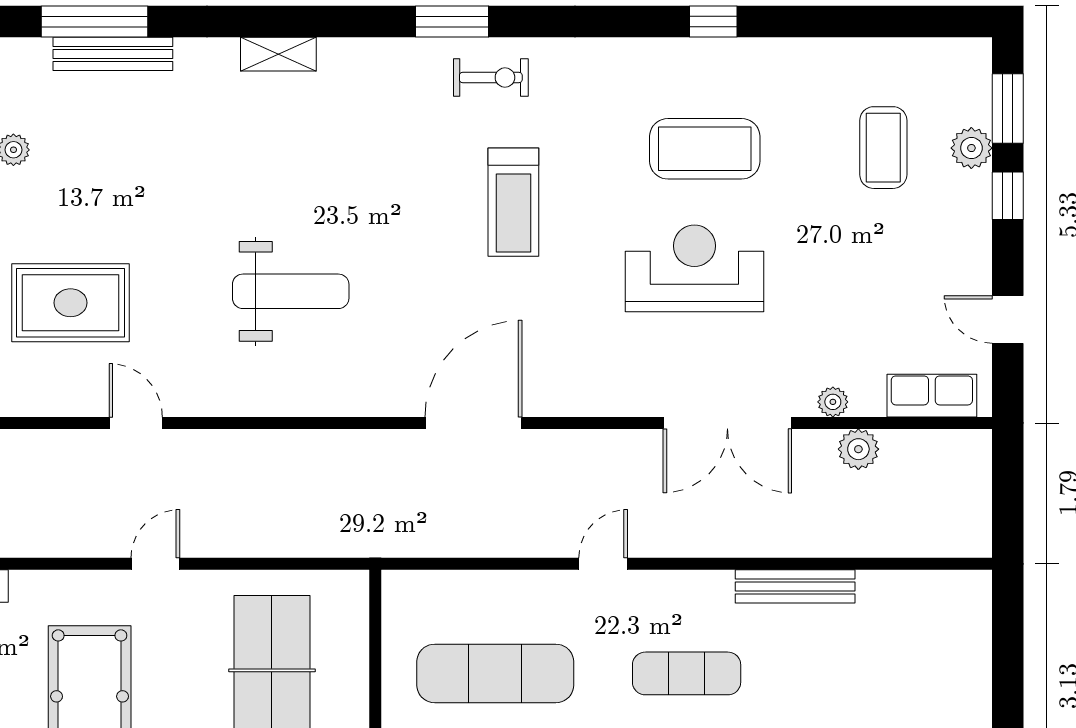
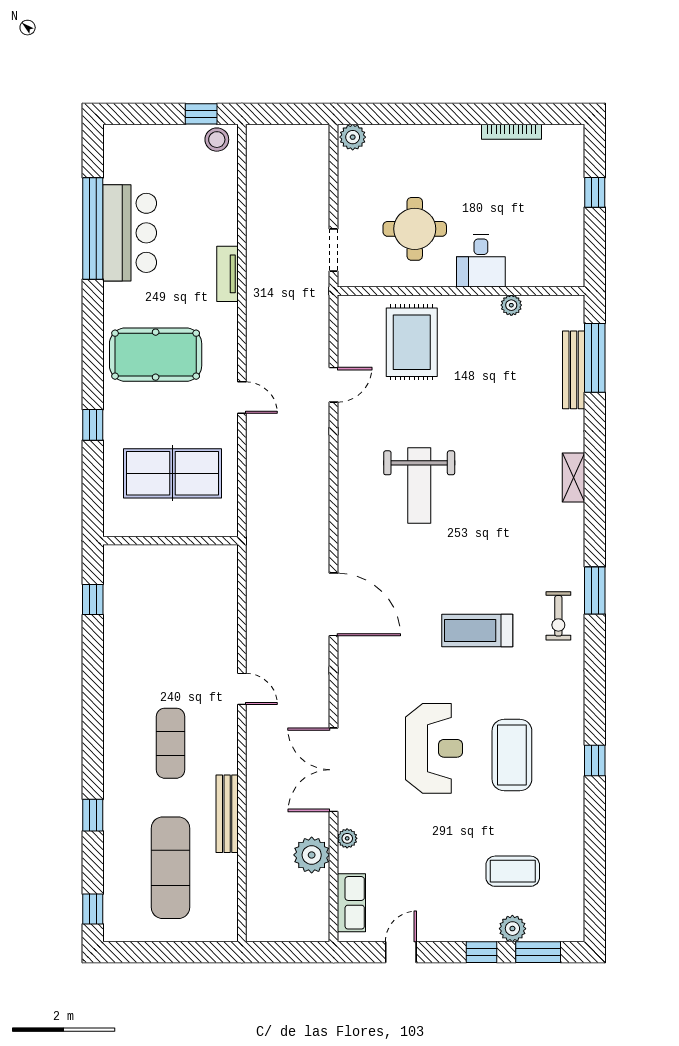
plant: (858, 449) -> (312, 855), width x1.36, depth x1.36
exercise mat: (495, 673) -> (170, 868), moved

